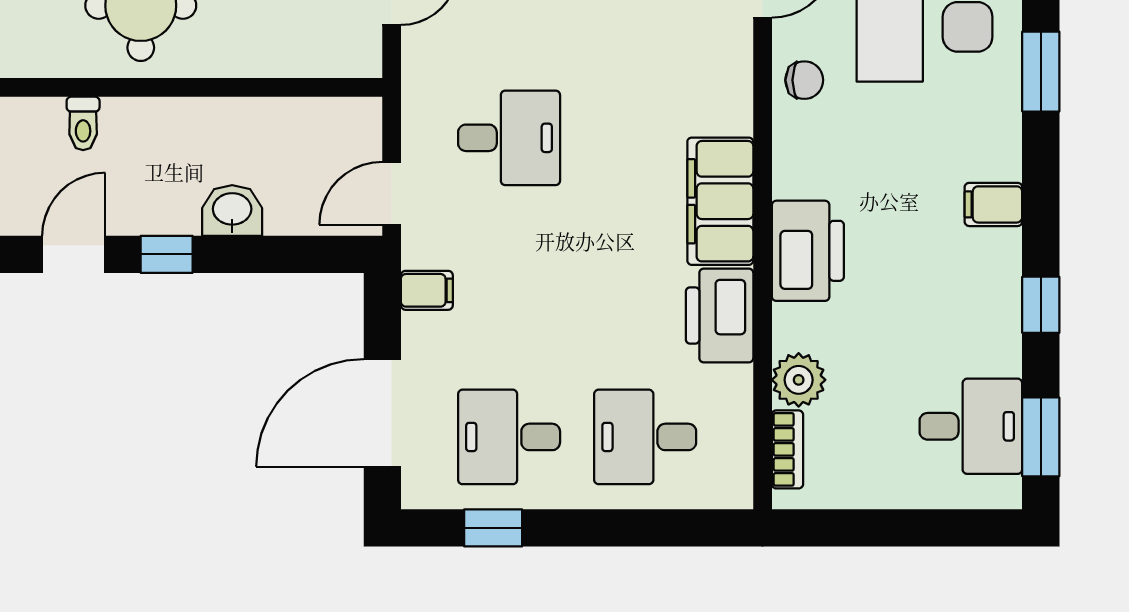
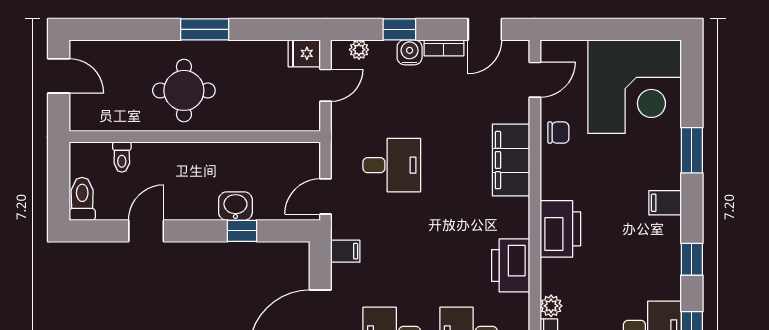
window: (1041, 72) -> (692, 150), moved
toilet: (83, 123) -> (122, 157), moved
filing cabinet: (720, 201) -> (511, 160), moved
window: (167, 254) -> (242, 231), moved
plant: (799, 380) -> (551, 306), width x0.73, depth x0.73

